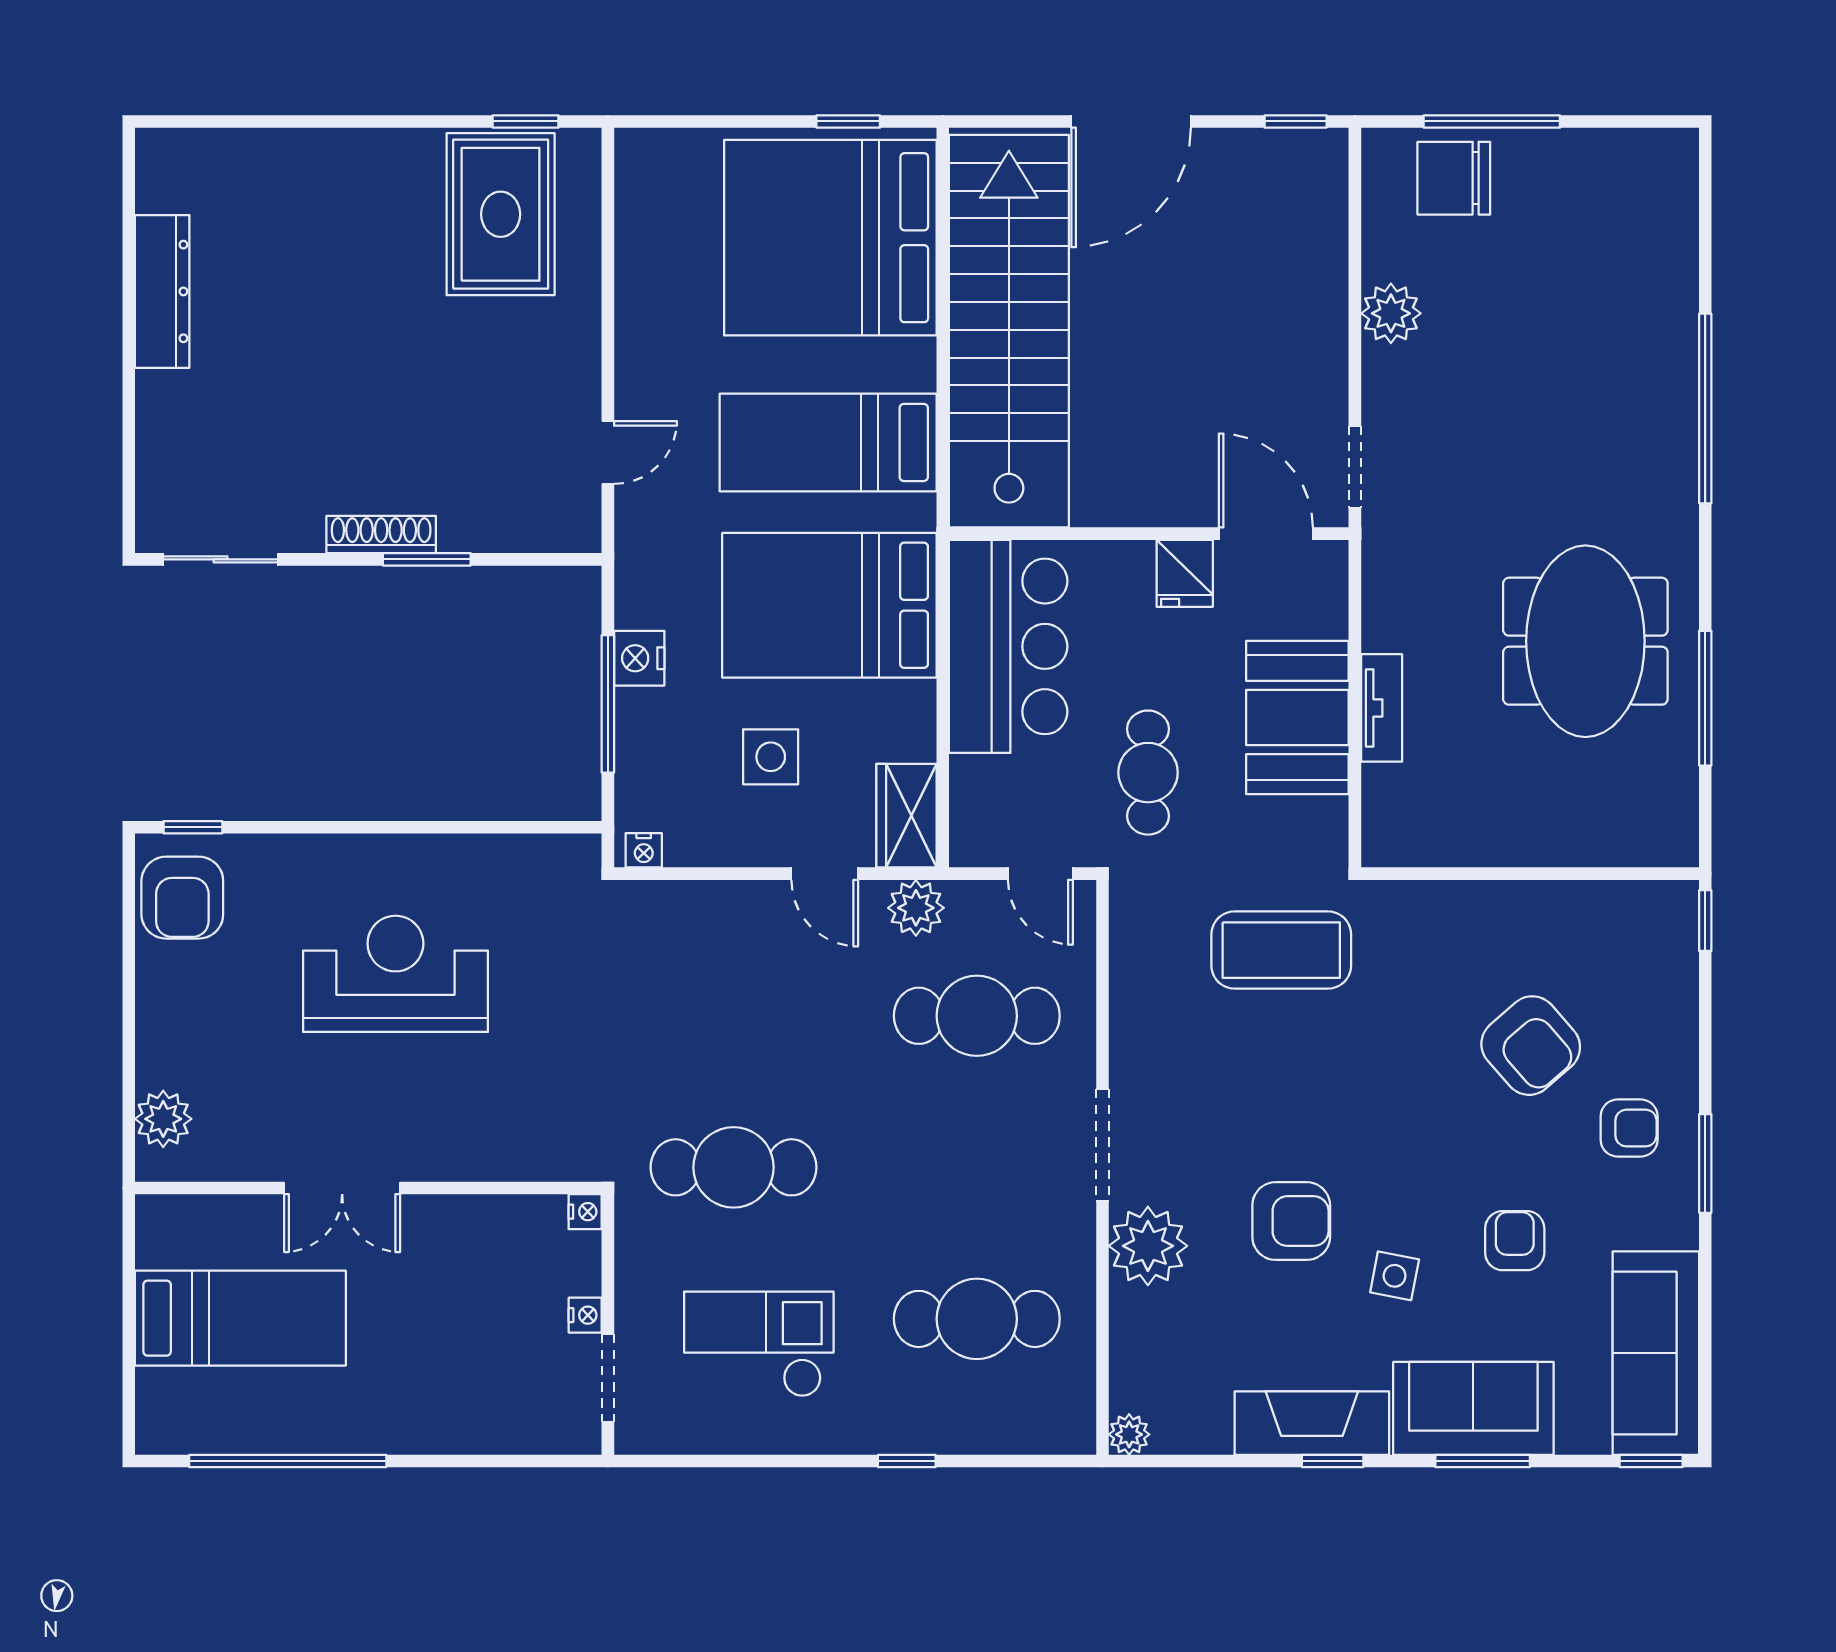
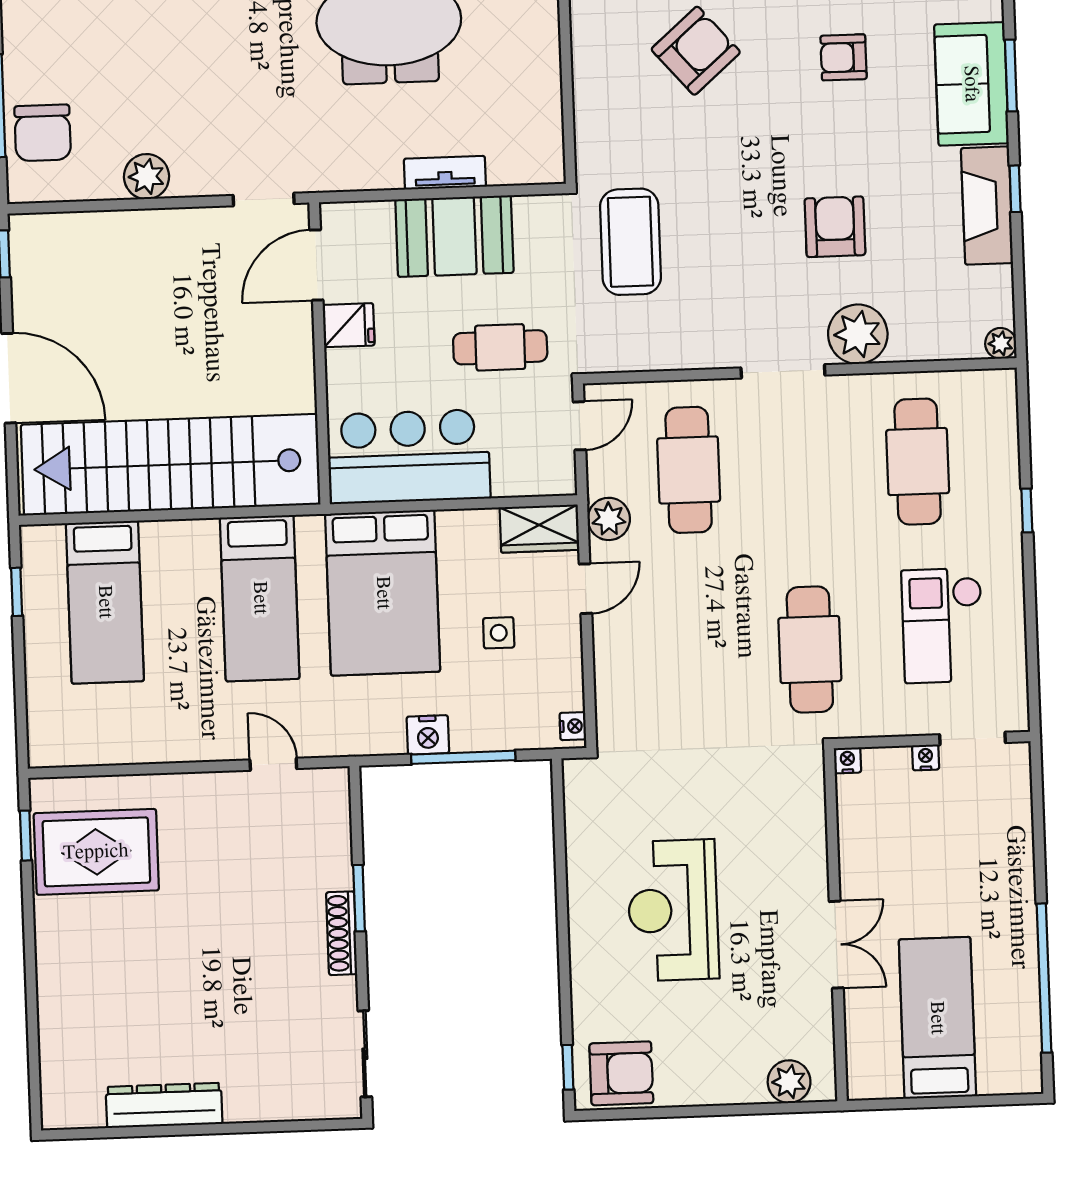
bed: (830, 238) -> (105, 602), width x0.49
side table: (771, 757) -> (499, 633), width x0.73, depth x0.73
side table: (1395, 1276) -> (873, 147), removed

